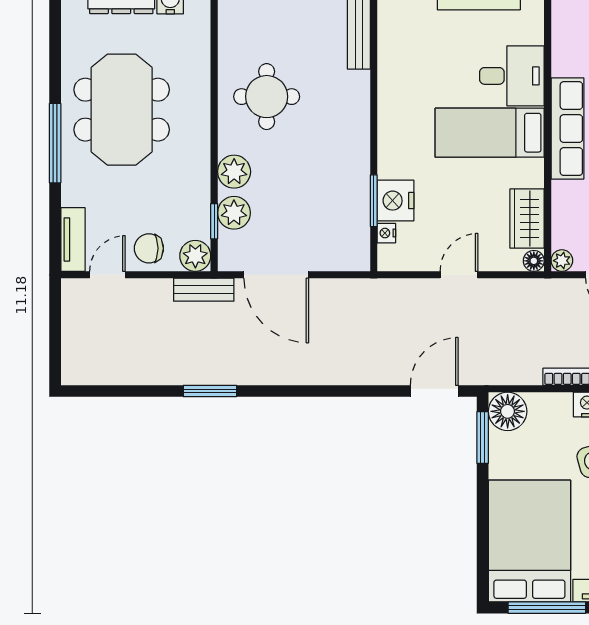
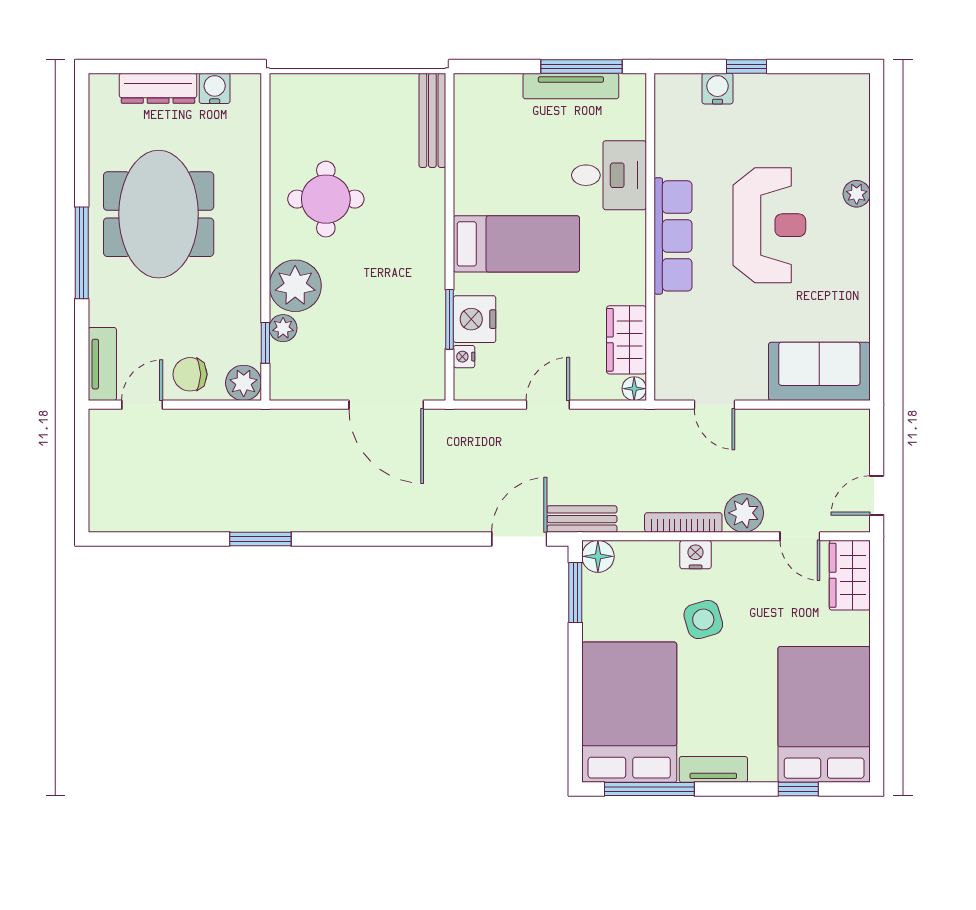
bed: (490, 133) -> (516, 244), moved, turned 180
plant: (234, 172) -> (295, 286), width x1.36, depth x1.36
plant: (234, 213) -> (283, 328), width x0.73, depth x0.73
plant: (562, 261) -> (667, 388), removed
door: (276, 275) -> (386, 405), moved
bench: (204, 290) -> (582, 519), moved
floor lamp: (508, 411) -> (598, 556), width x0.73, depth x0.73

